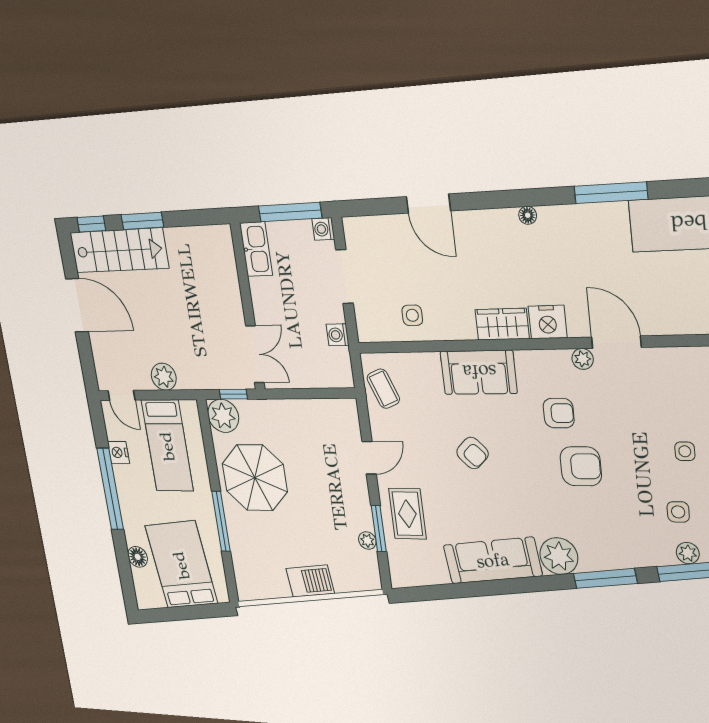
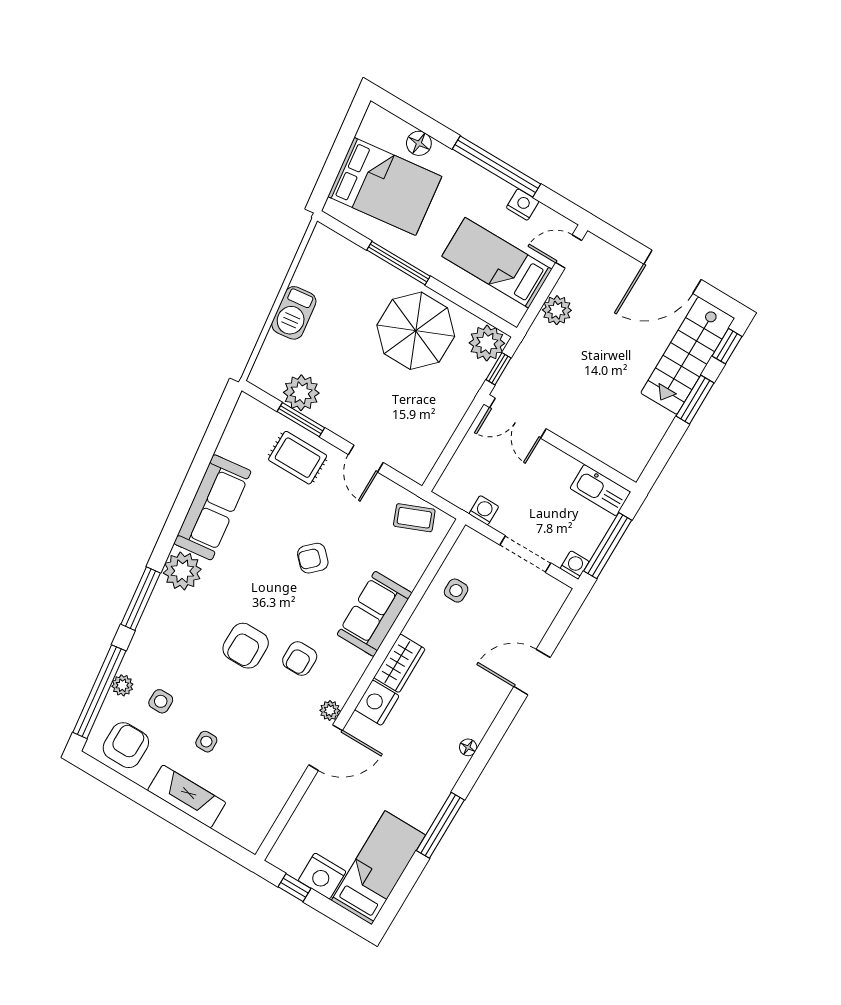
plant: (367, 541) -> (301, 393), width x1.88, depth x1.88

